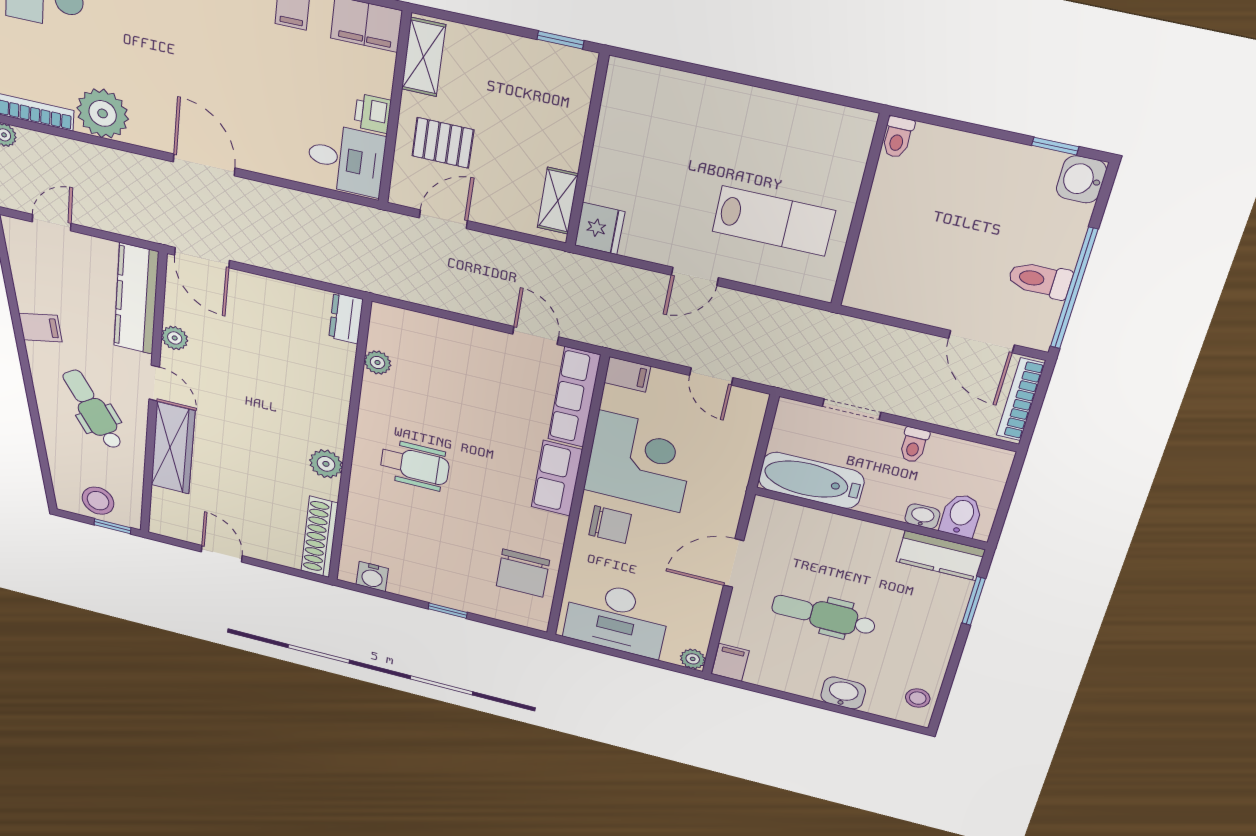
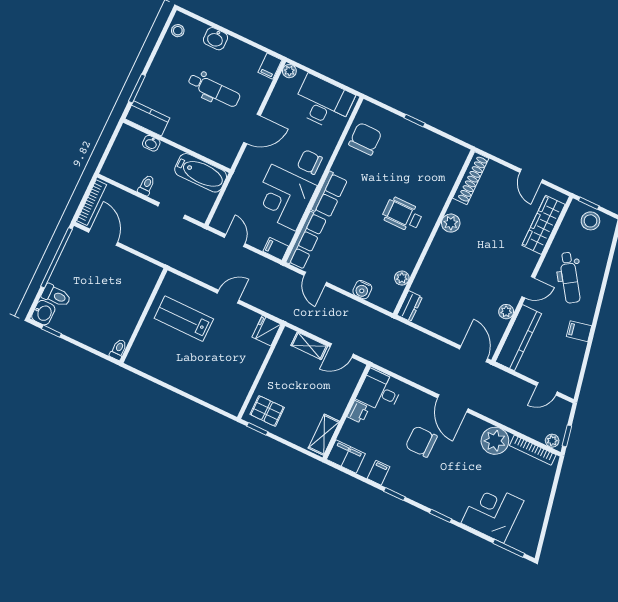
chair: (234, 84) -> (421, 442), added
pallet: (443, 143) -> (267, 411), moved
shelving: (558, 201) -> (309, 346), moved, turned 90
toilet: (1040, 280) -> (56, 296), moved
door: (154, 383) -> (528, 287), swing flipped
wardrobe: (173, 448) -> (544, 225), moved
bidet: (961, 515) -> (133, 141), removed
water cooler: (372, 576) -> (362, 290), moved, turned 180

